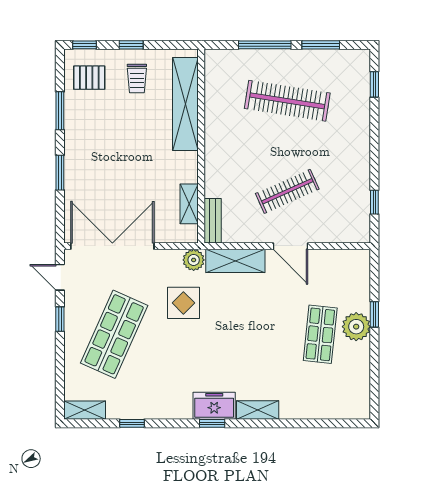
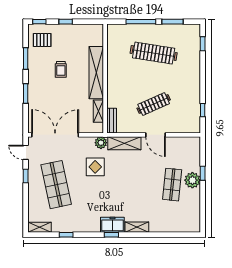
trolley: (137, 79) -> (61, 69), moved
shelving: (185, 104) -> (96, 73), moved
shop shelf: (114, 334) -> (56, 185), turned -36

